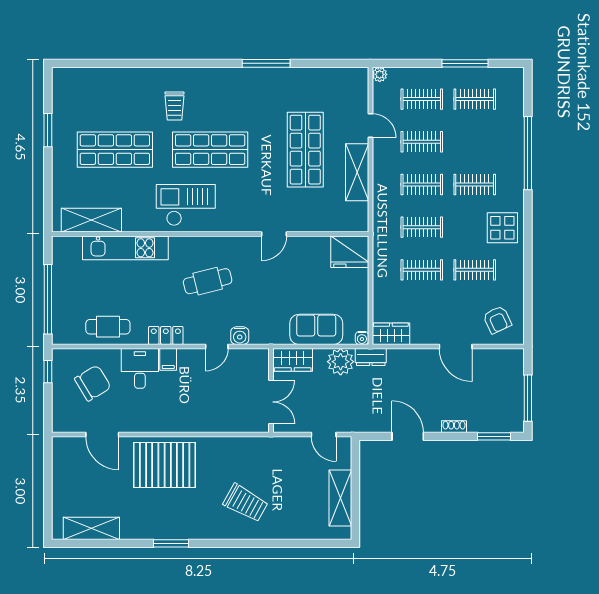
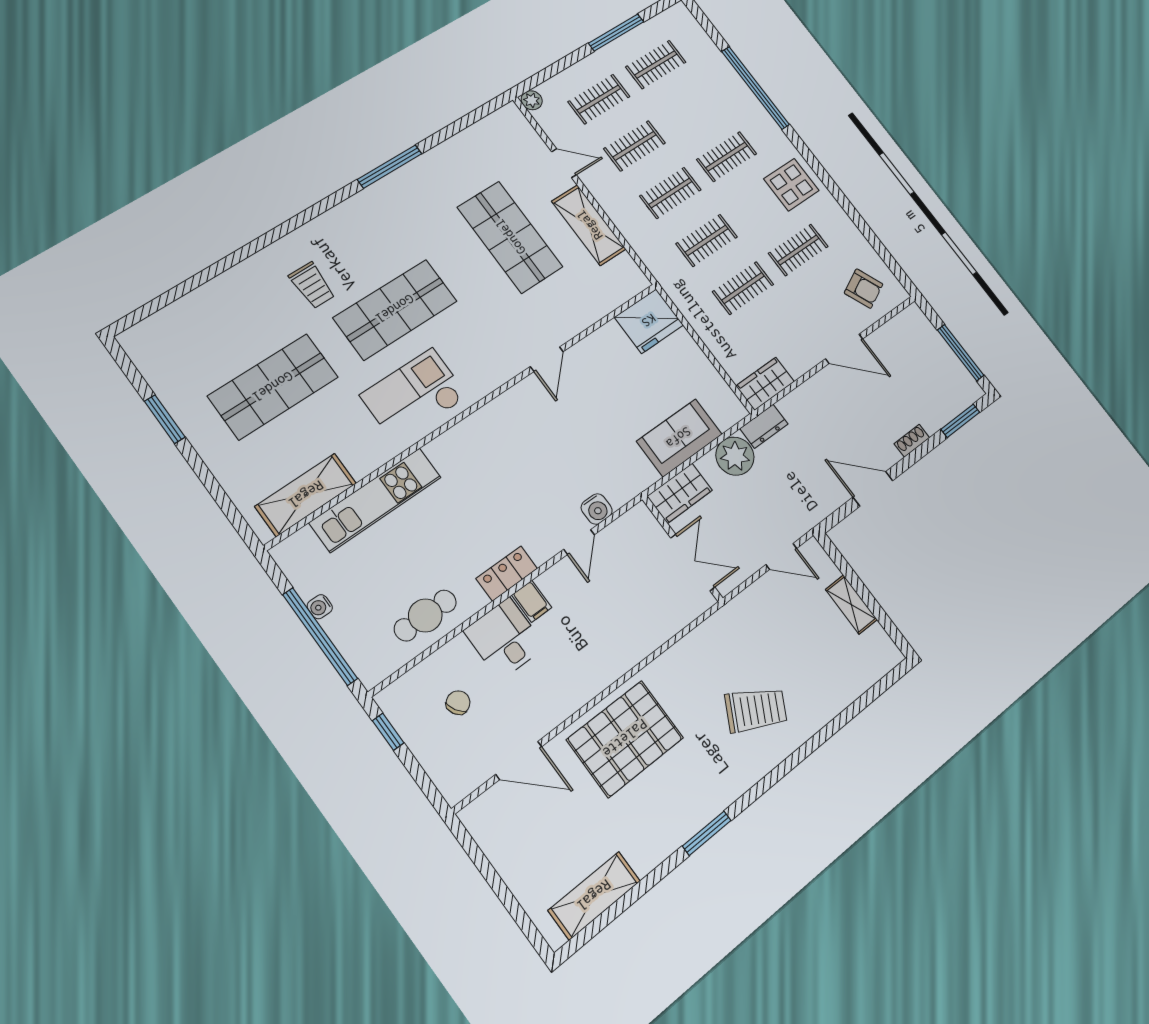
cafe table: (208, 281) -> (509, 470), removed
water cooler: (362, 338) -> (320, 607), moved, turned 90
chair: (93, 383) -> (458, 703), width x0.54, depth x0.54
shelving: (340, 498) -> (851, 604), width x0.67, depth x0.75

